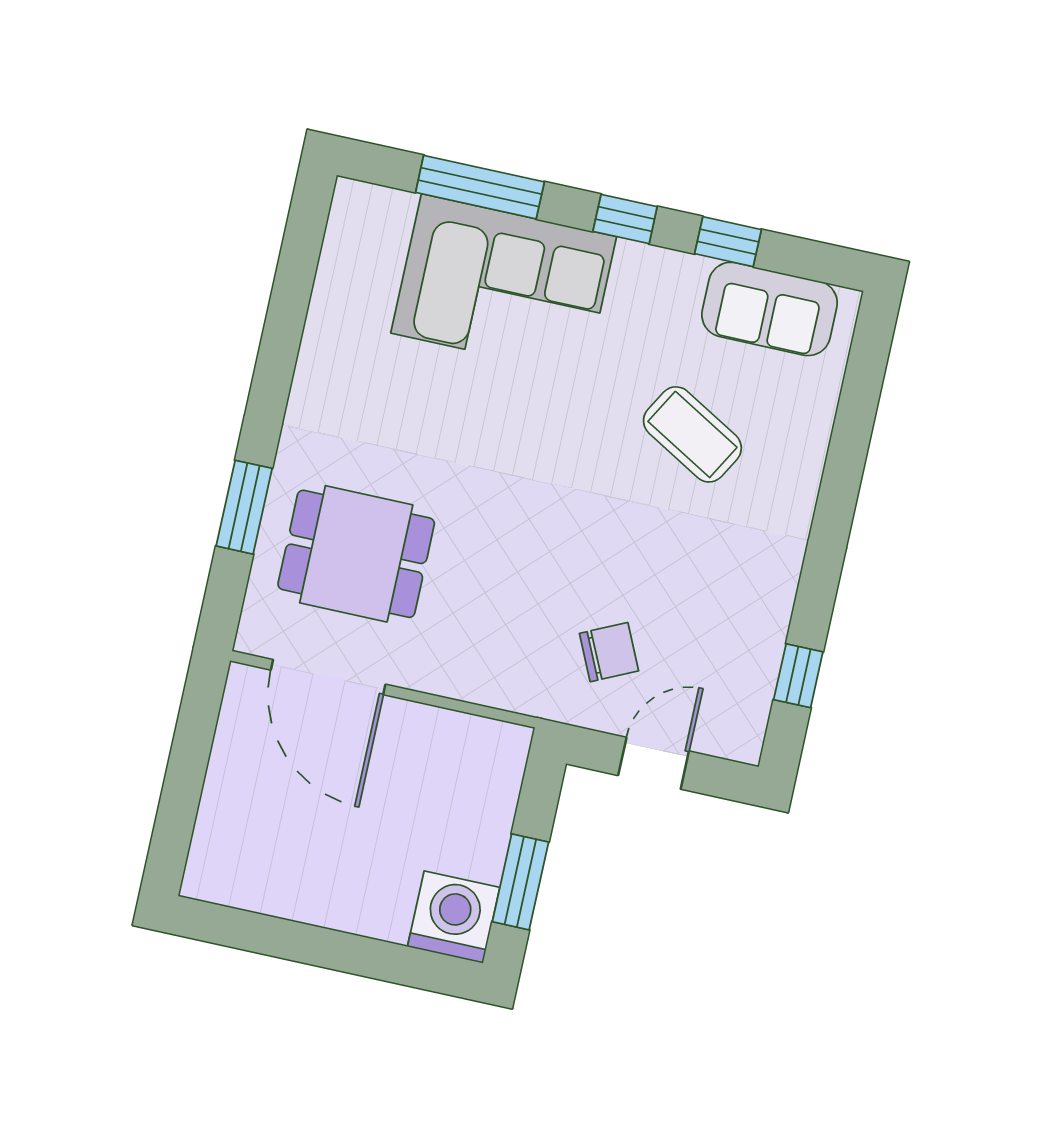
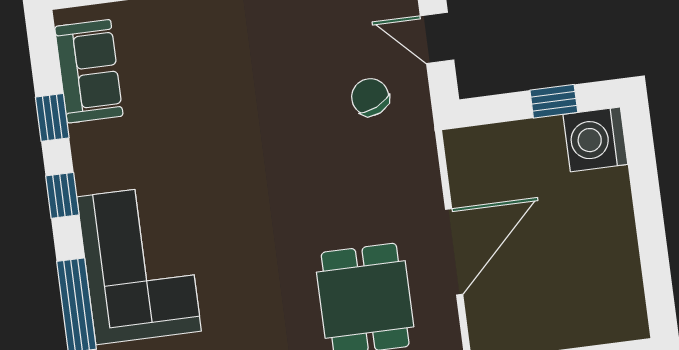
coffee table: (692, 434) -> (196, 94), removed
door: (328, 677) -> (454, 252), moved
window: (520, 882) -> (554, 101), width x0.67

